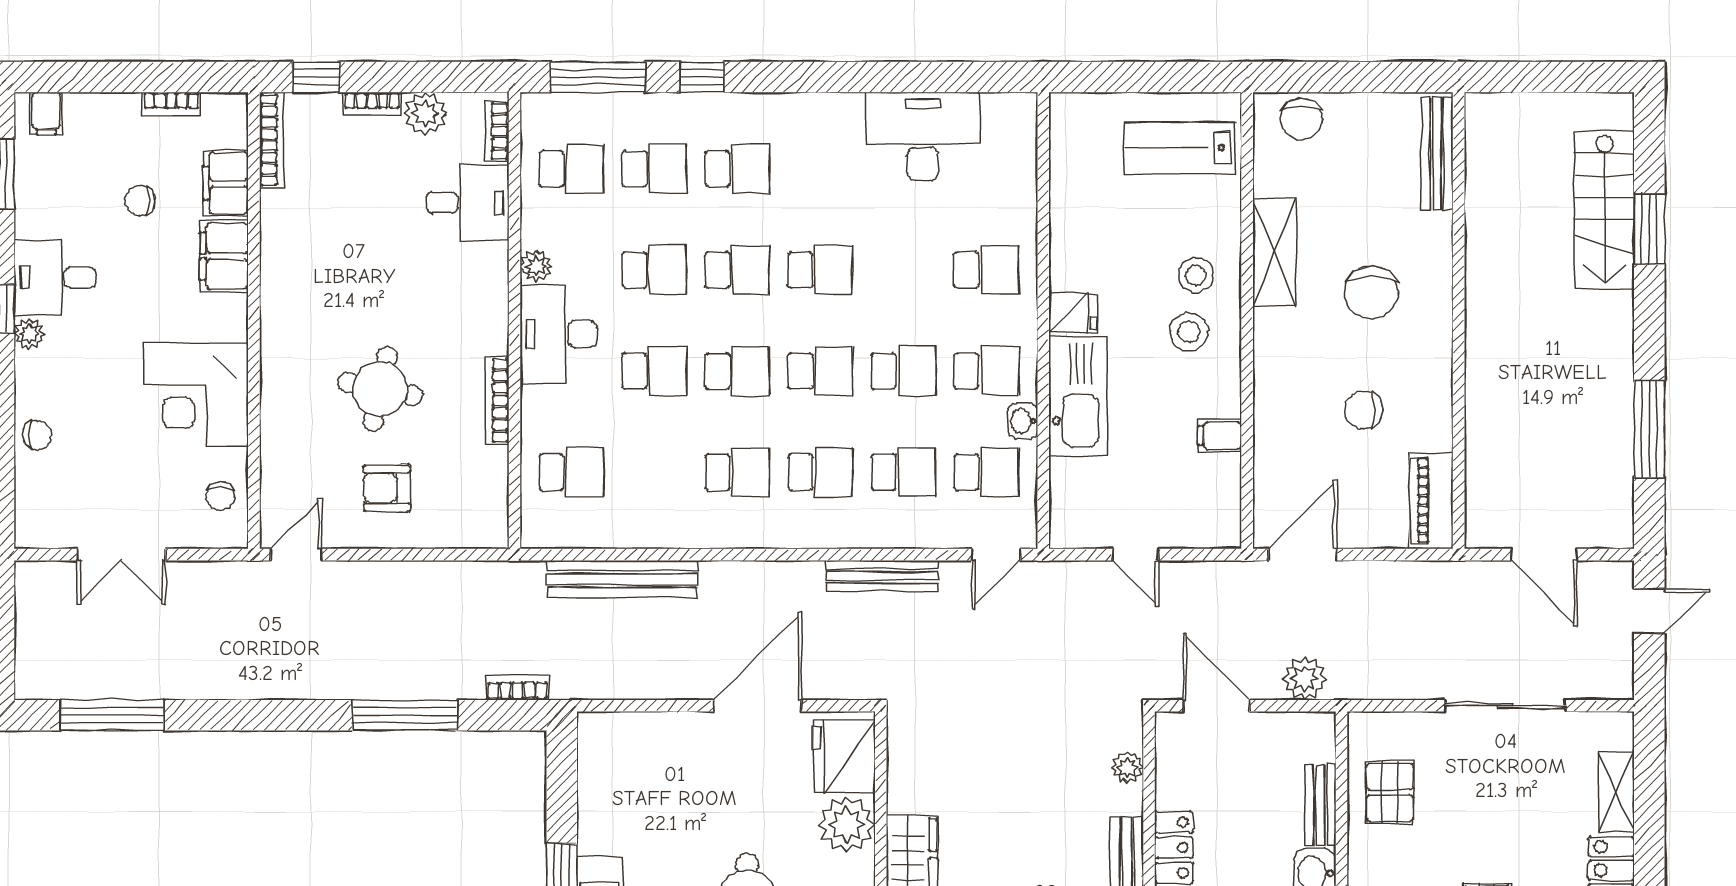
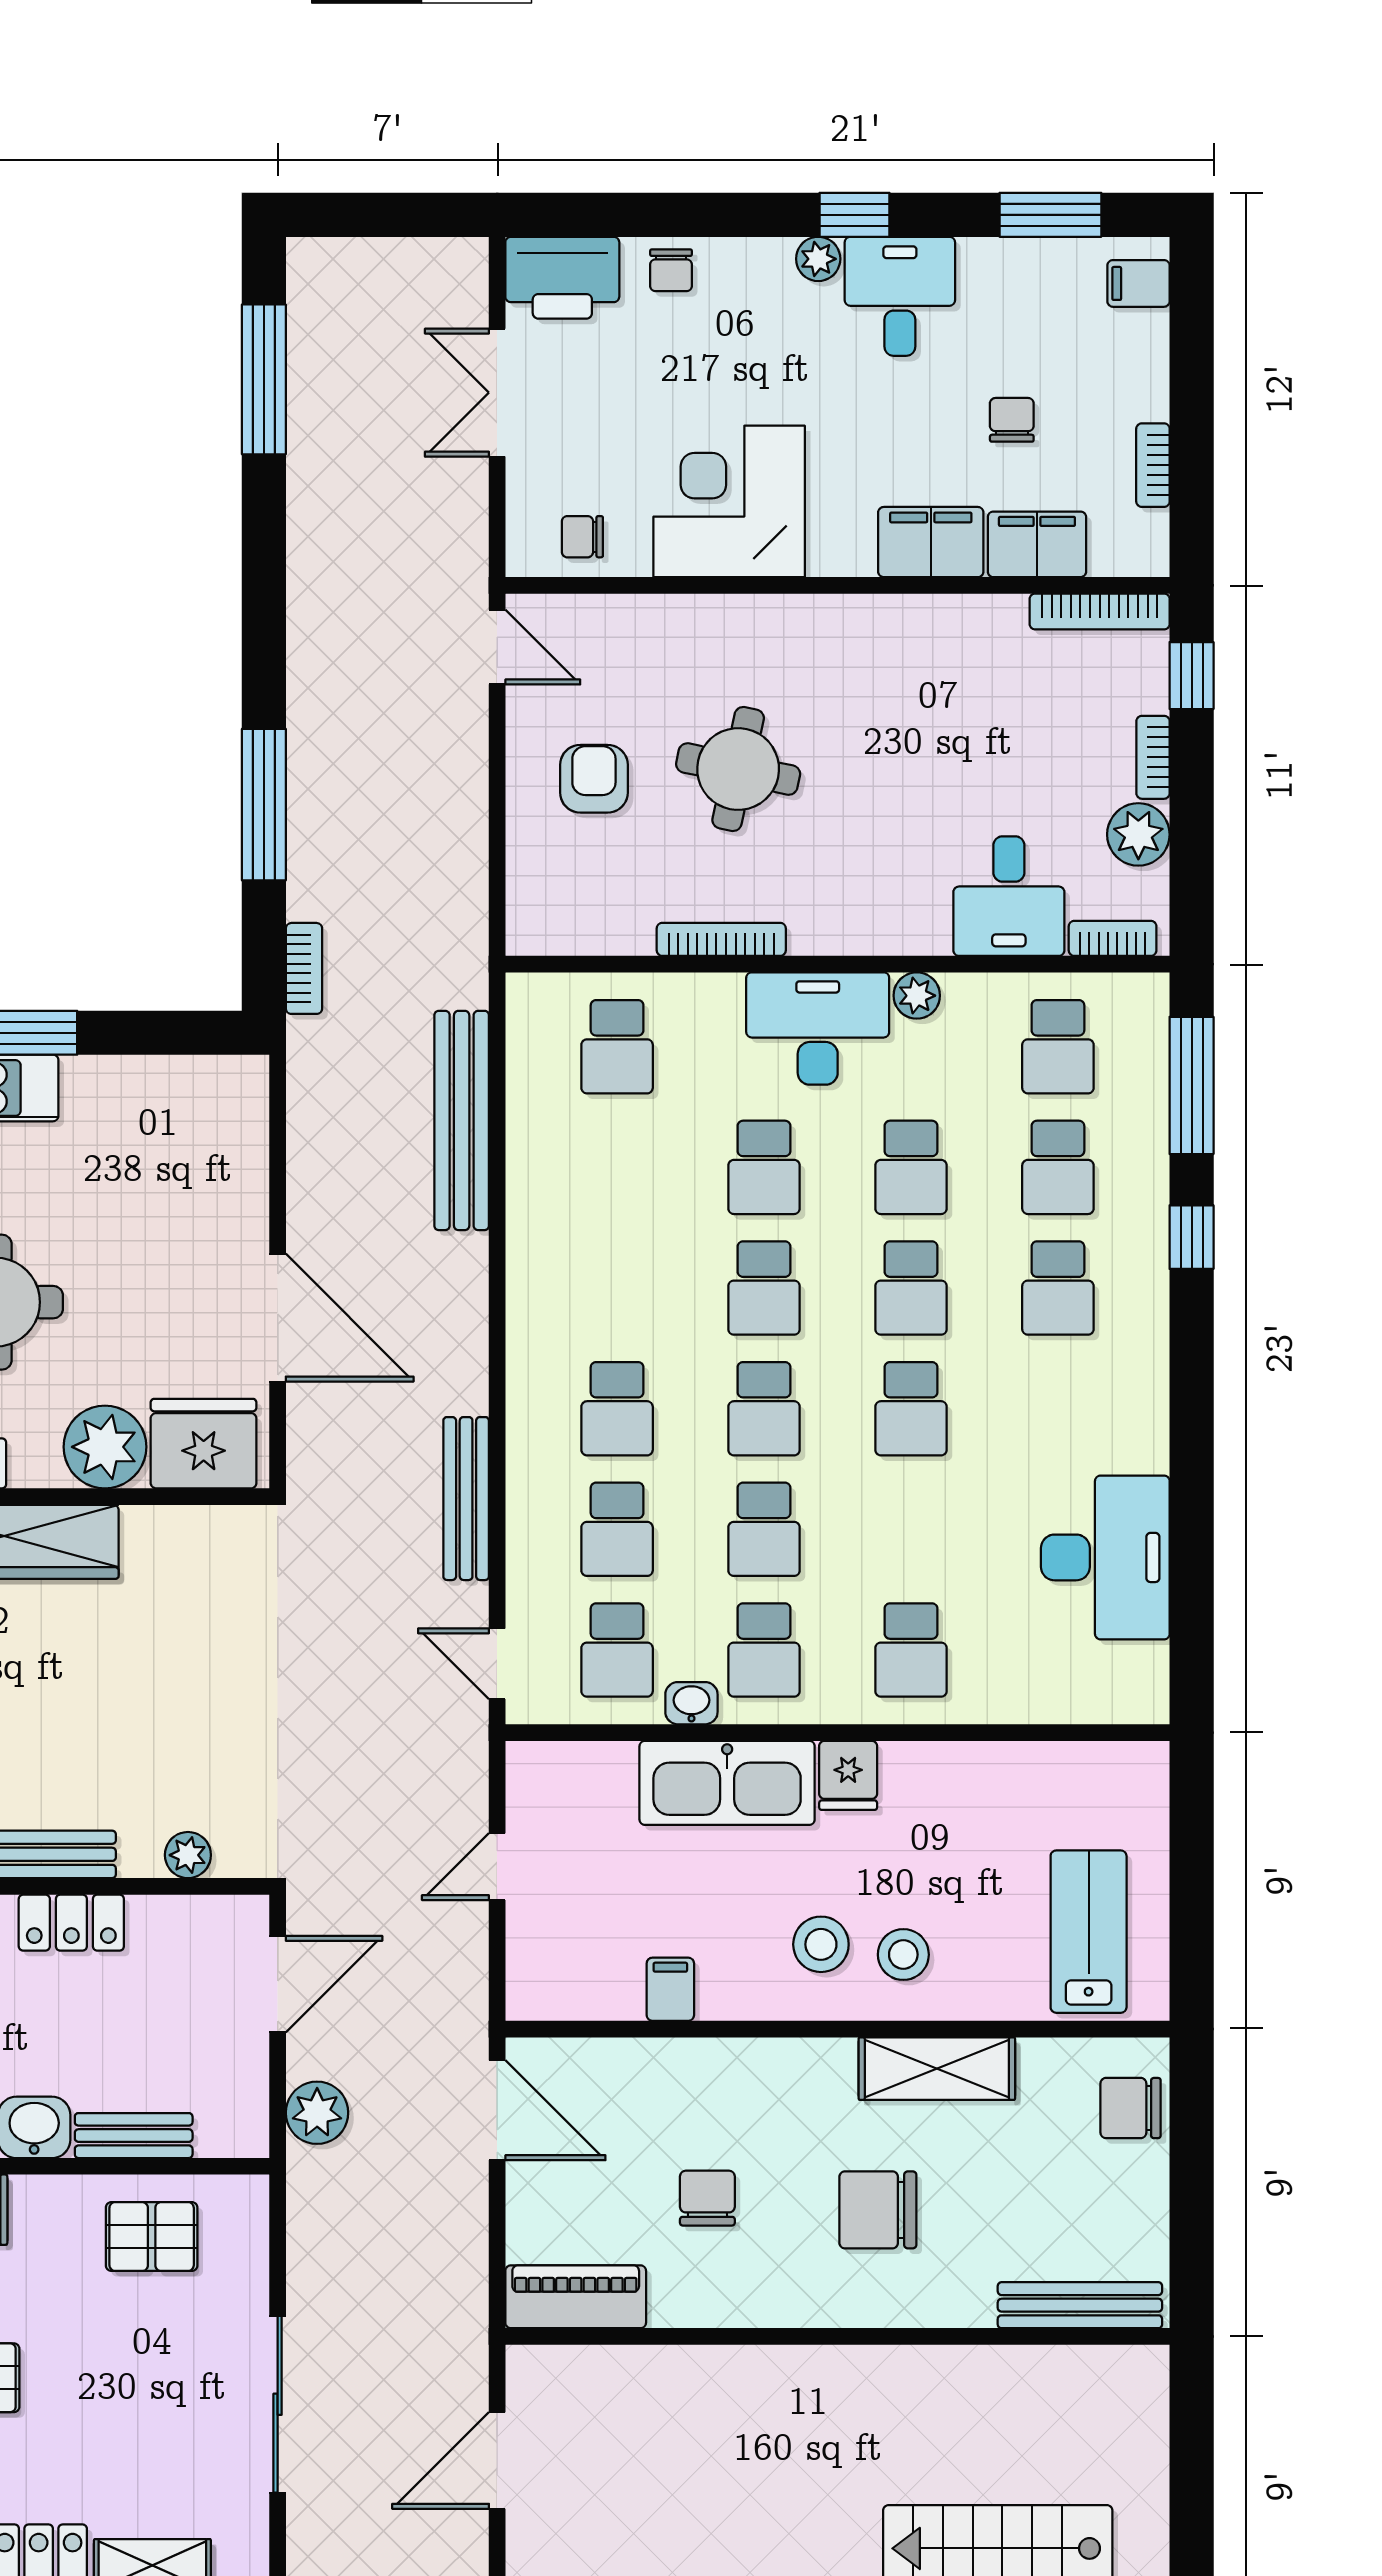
school desk: (737, 472) -> (617, 1288), removed
printer: (42, 510) -> (562, 278), added

